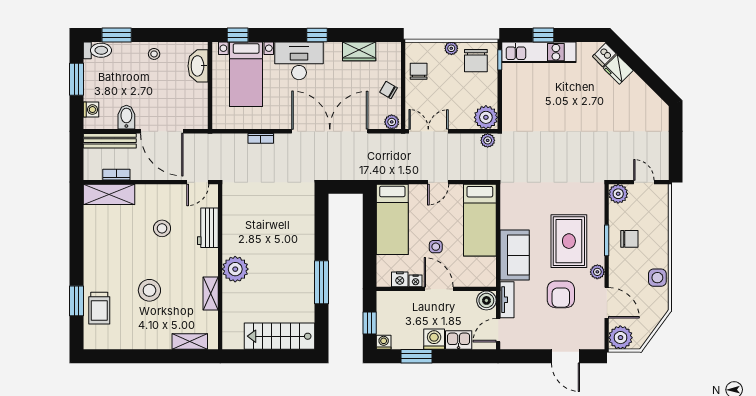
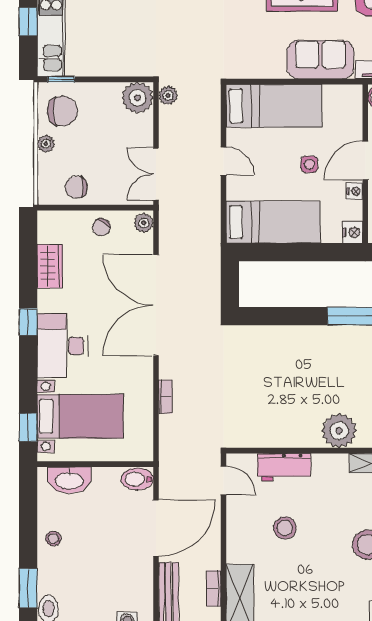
bidet: (126, 117) -> (137, 479), moved
nightstand: (400, 279) -> (353, 232), moved

